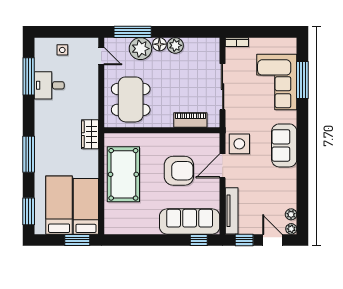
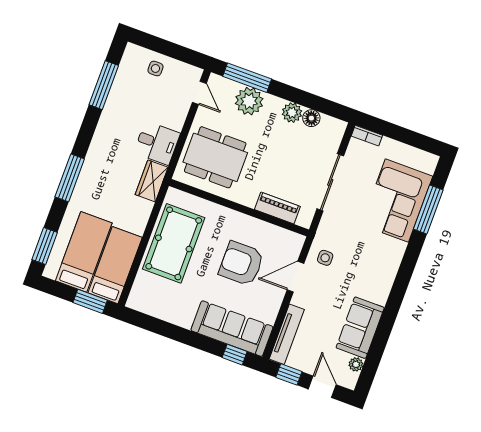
floor lamp: (159, 44) -> (311, 118), moved
desk: (49, 85) -> (157, 143), moved, turned 180
dining table: (131, 99) -> (215, 157), turned 90
side table: (239, 144) -> (325, 258), width x0.54, depth x0.54
sofa: (284, 145) -> (360, 328), moved
armchair: (179, 171) -> (241, 263), turned 180
plant: (291, 229) -> (350, 382), removed

